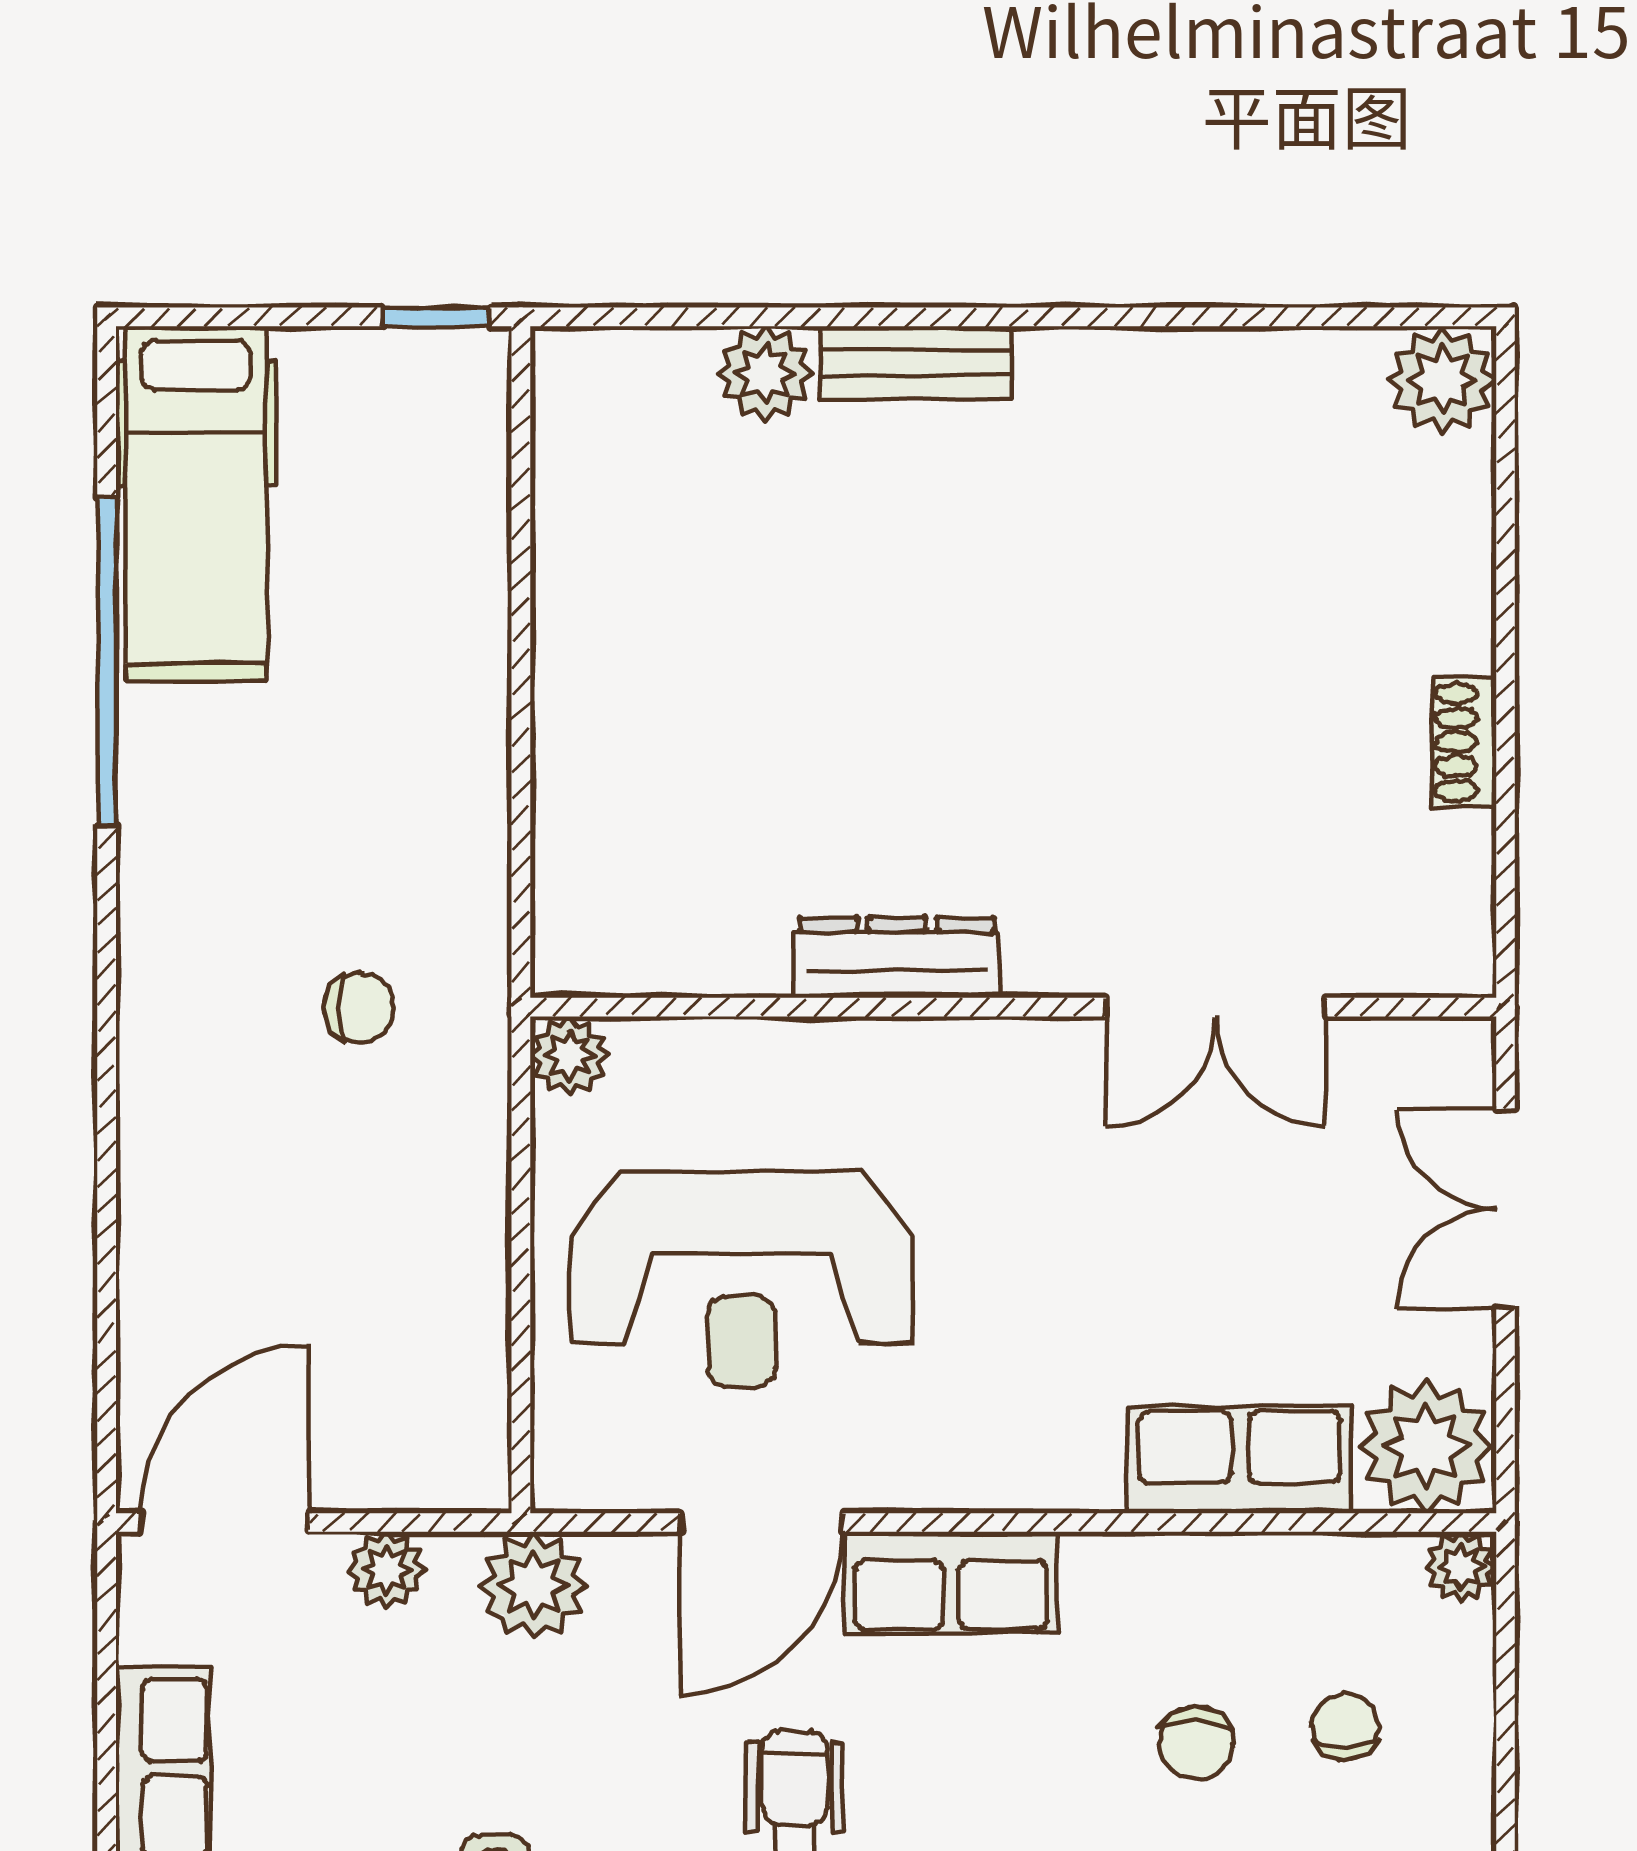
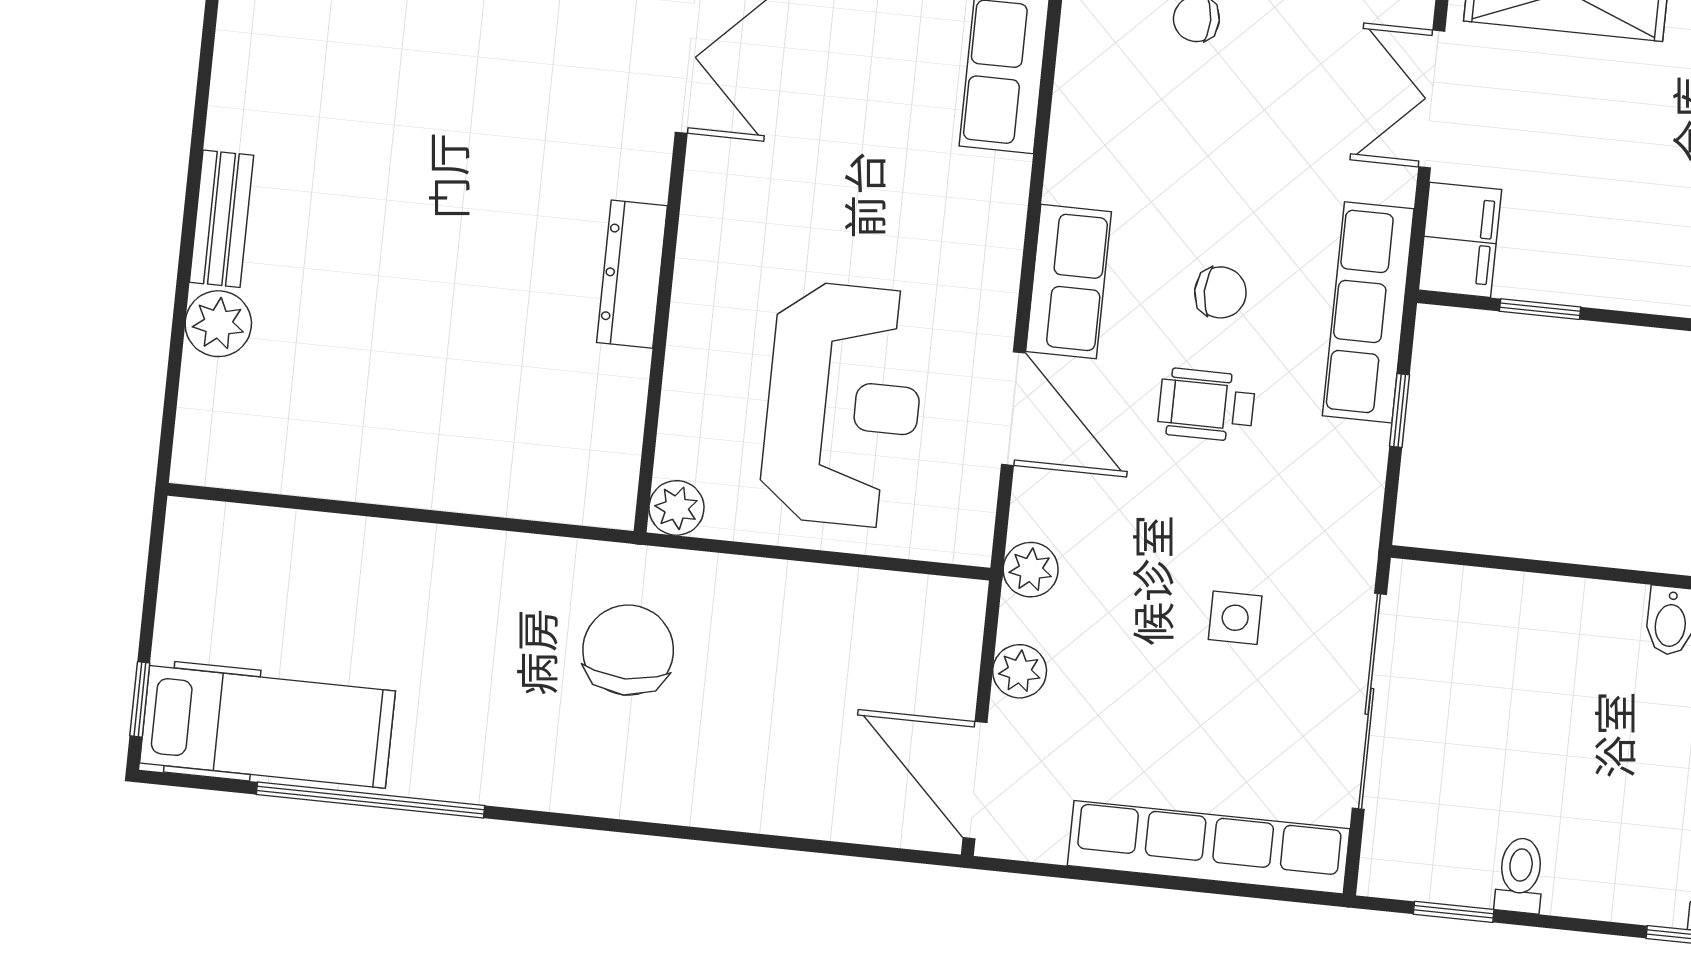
window: (436, 317) -> (140, 699), moved
chair: (359, 1008) -> (628, 650), width x1.87, depth x1.87
plant: (533, 1586) -> (1031, 570), width x0.73, depth x0.73
chair: (1196, 1743) -> (1220, 292), moved

